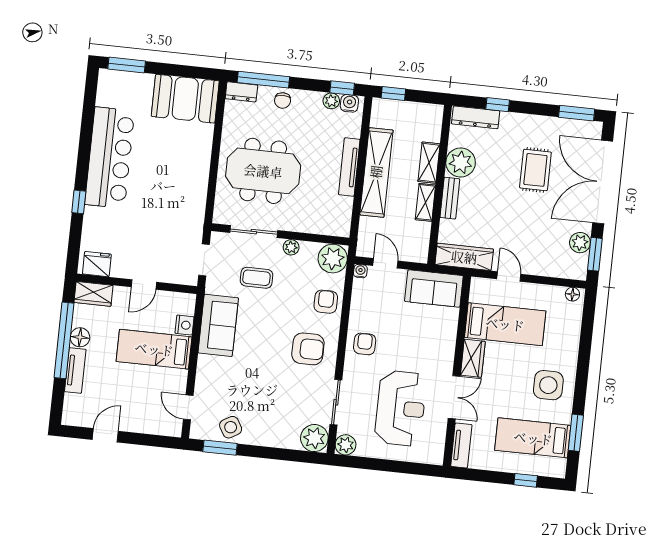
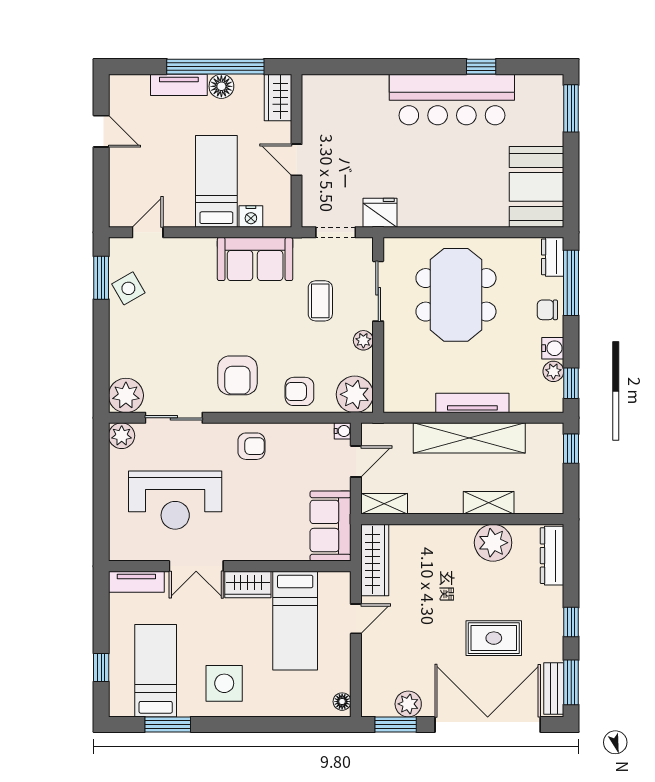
water cooler: (349, 103) -> (553, 348), moved
window: (498, 105) -> (571, 622), moved
bench: (450, 198) -> (554, 689), moved, turned 90
window: (79, 202) -> (481, 67), moved
shelving: (425, 202) -> (384, 504), moved
fridge: (97, 264) -> (380, 213), moved, turned -90
armchair: (326, 302) -> (299, 391), turned 180

